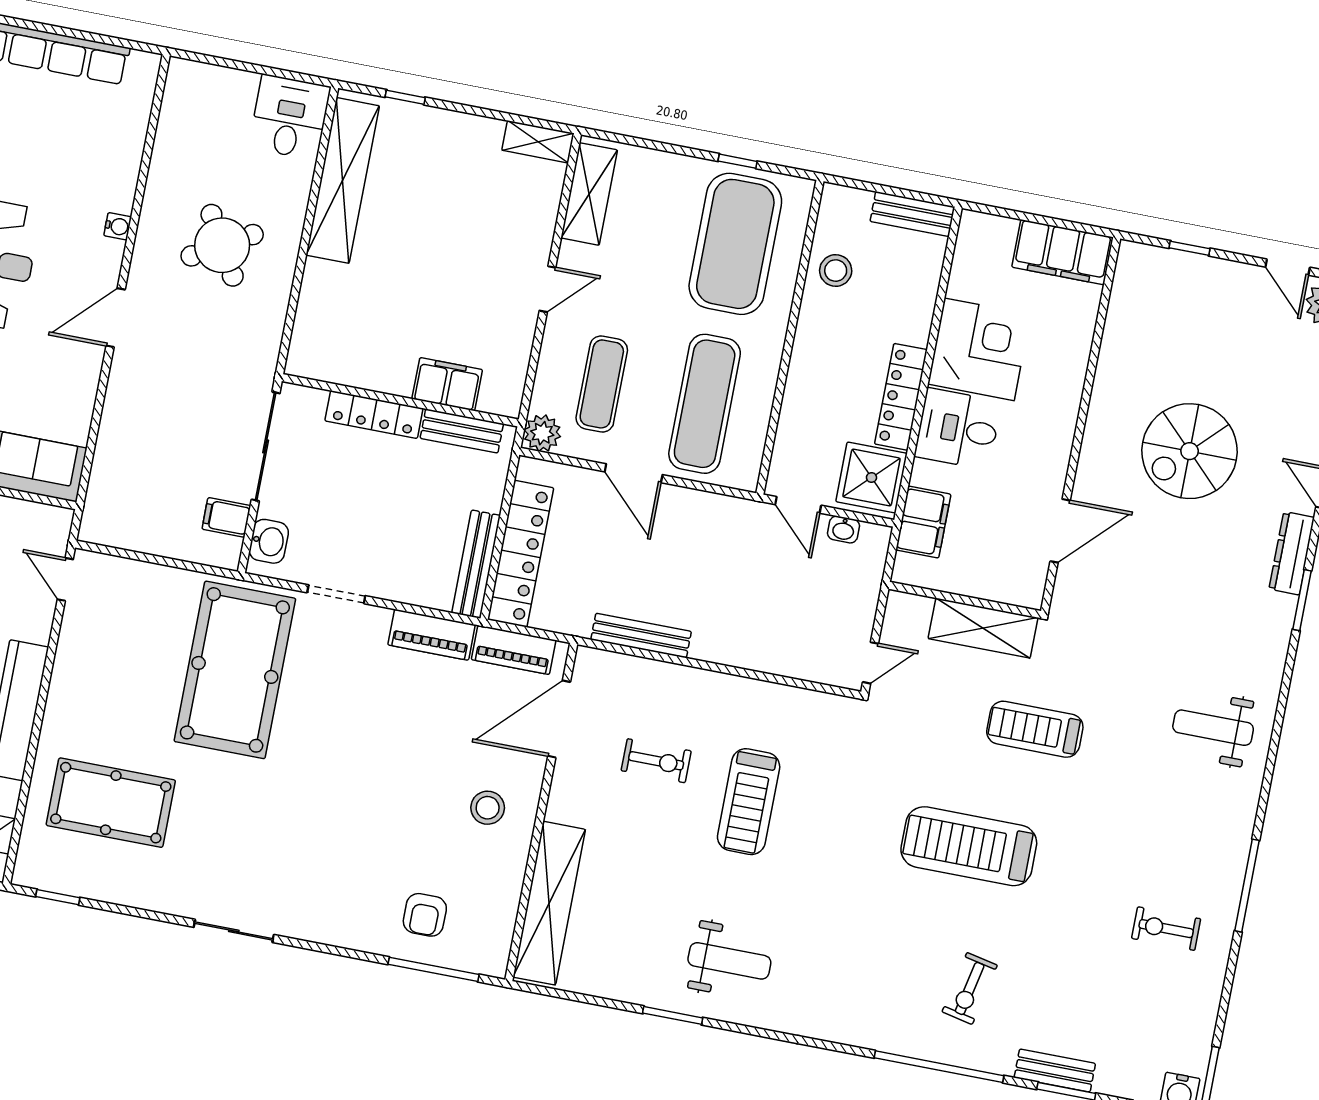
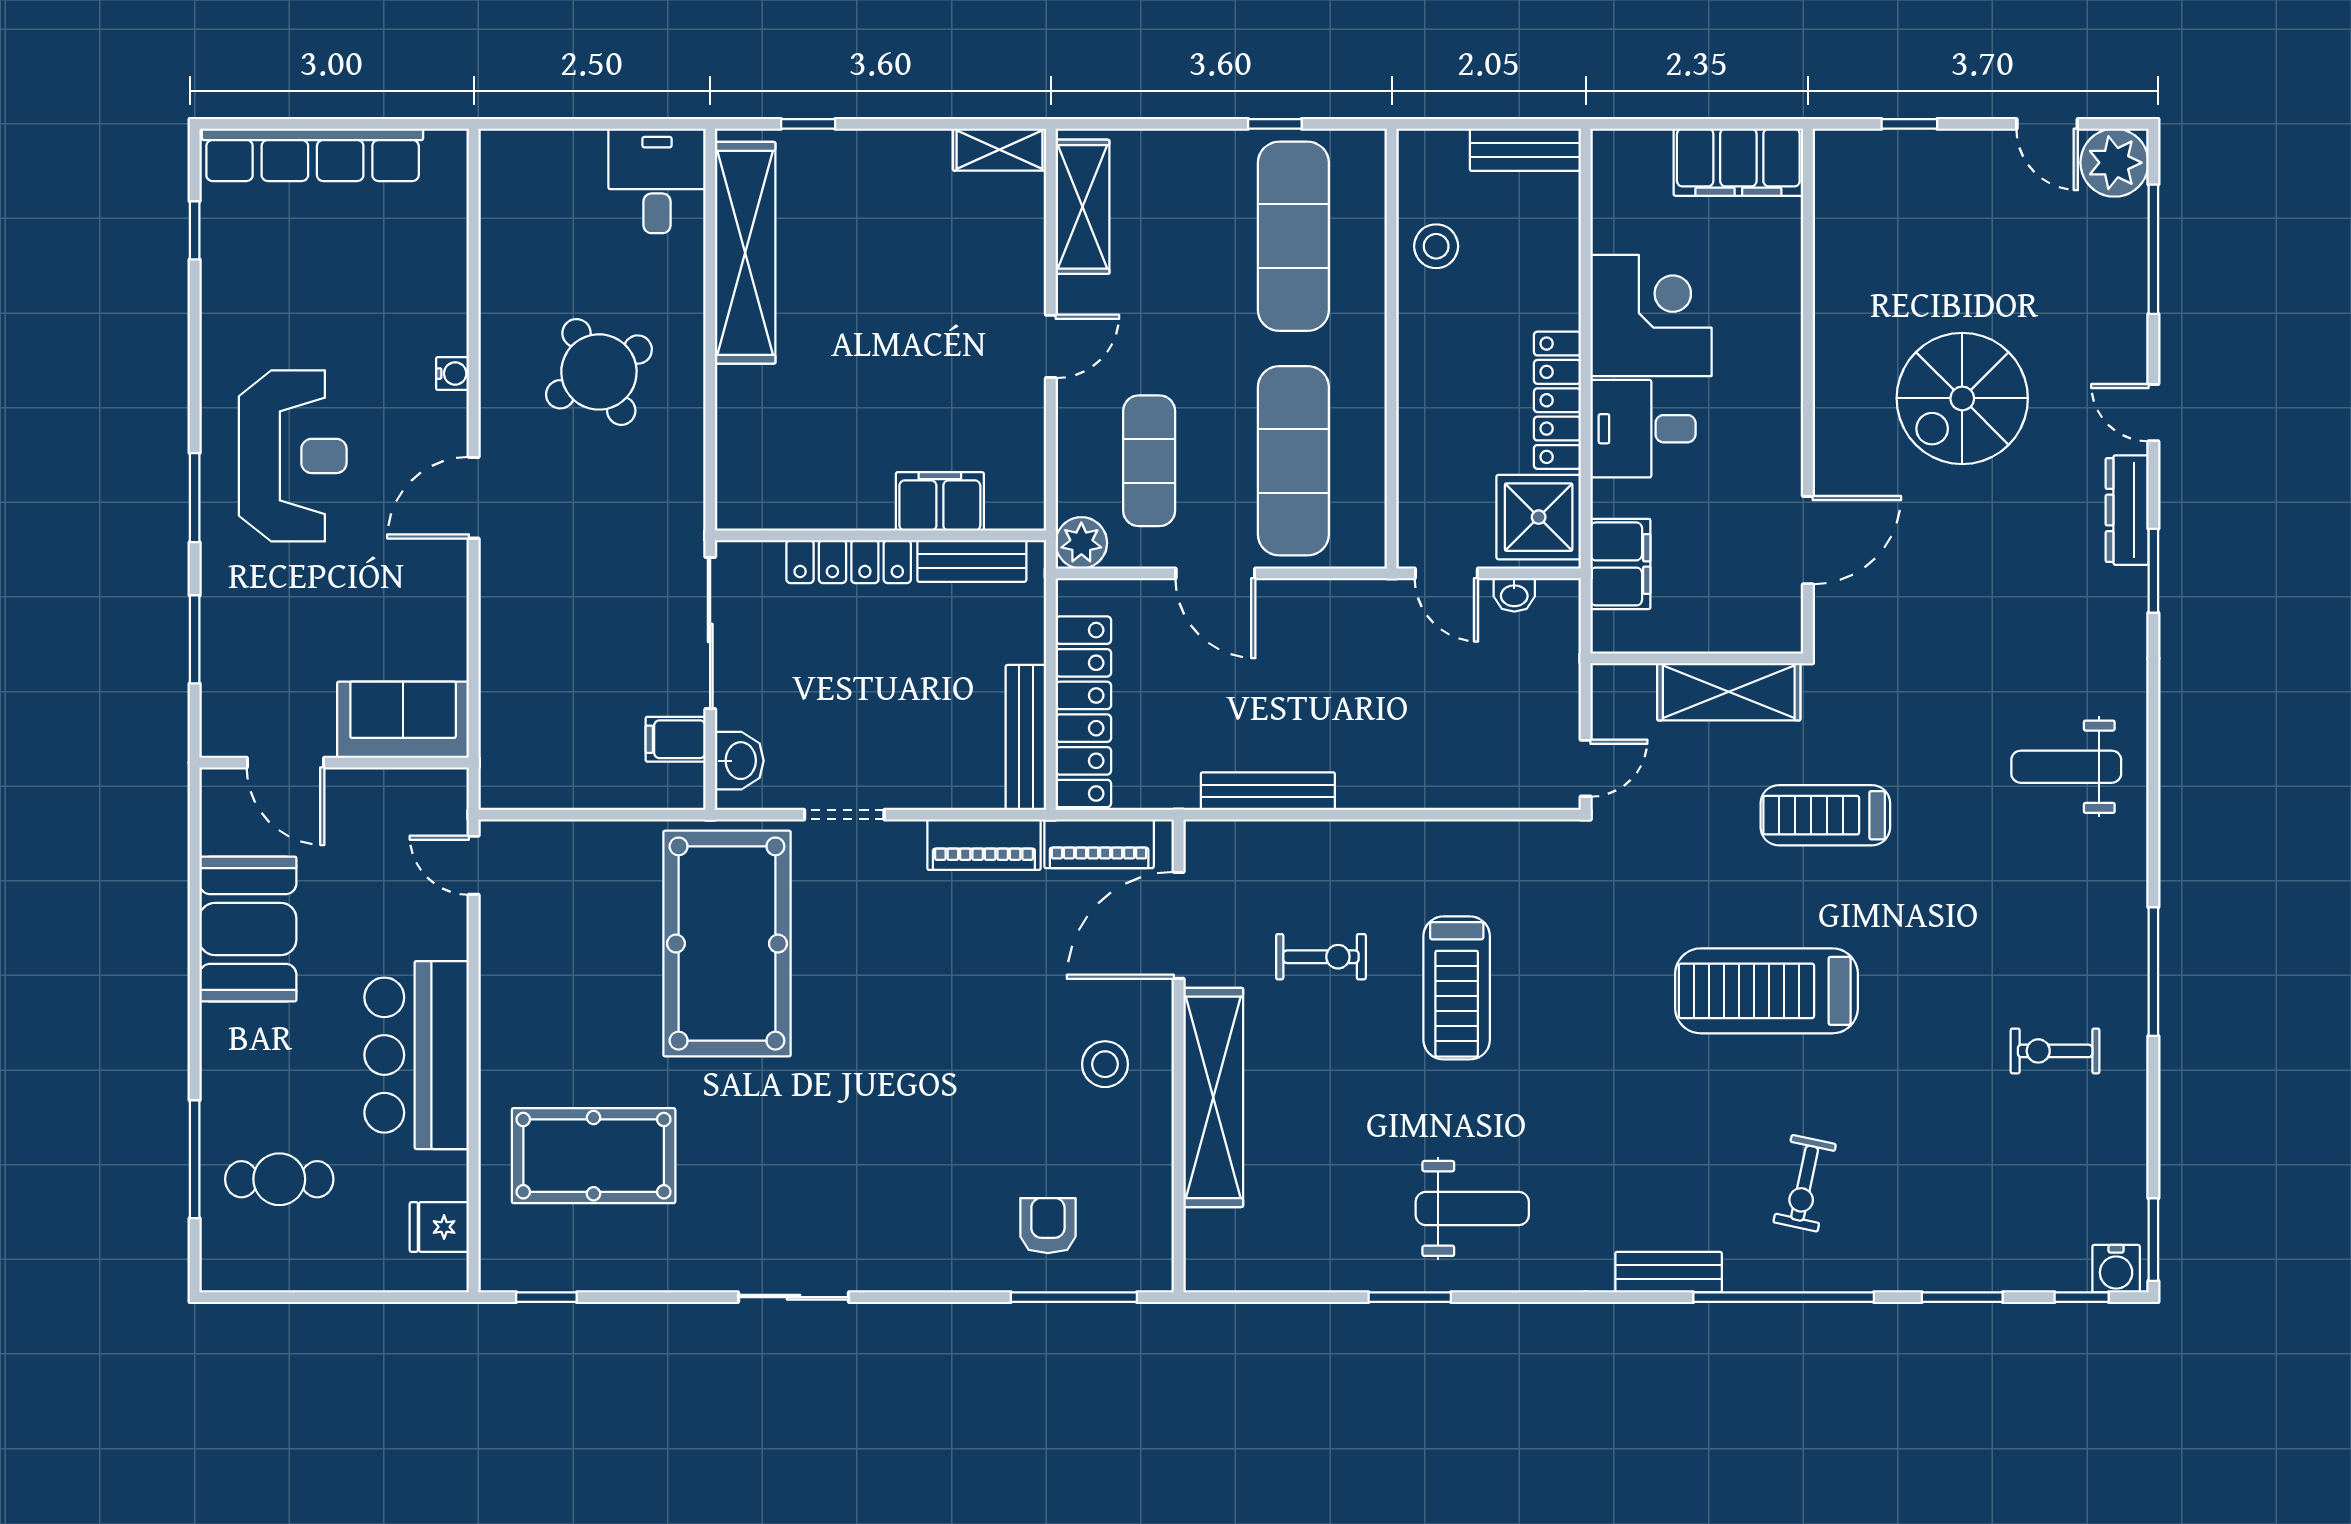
exercise mat: (735, 244) -> (1293, 236), width x0.68
shelving: (549, 903) -> (1213, 1097), moved
armchair: (425, 915) -> (1048, 1226), turned 180
bench: (1055, 1071) -> (1669, 1272), moved

